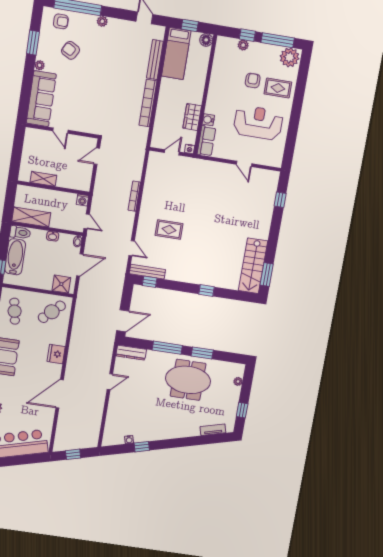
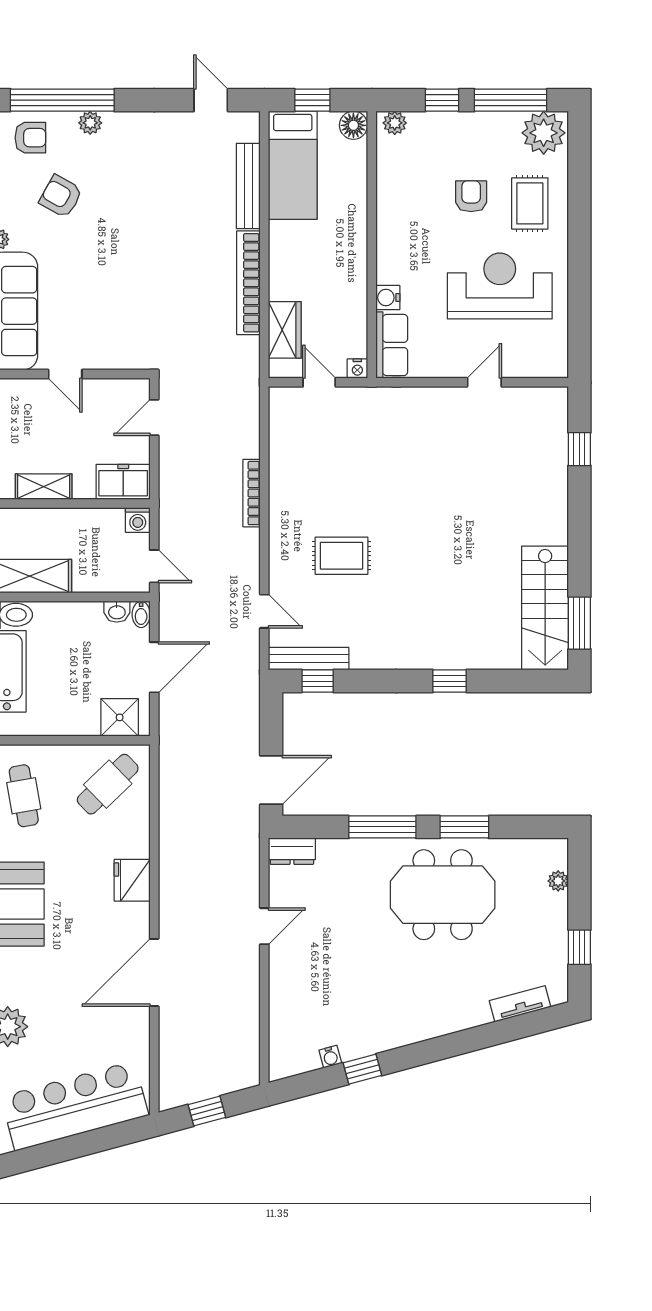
plant: (102, 21) -> (90, 123), moved
plant: (243, 45) -> (395, 123), moved
rug: (278, 88) -> (530, 203), turned 90
wardrobe: (192, 117) -> (285, 330), moved, turned 180
door: (172, 152) -> (319, 382), hinge flipped
door: (244, 164) -> (484, 382), swing flipped
freezer: (79, 182) -> (123, 482), added
washbasin: (53, 236) -> (117, 612), moved
dresser: (131, 353) -> (292, 851), width x0.70

